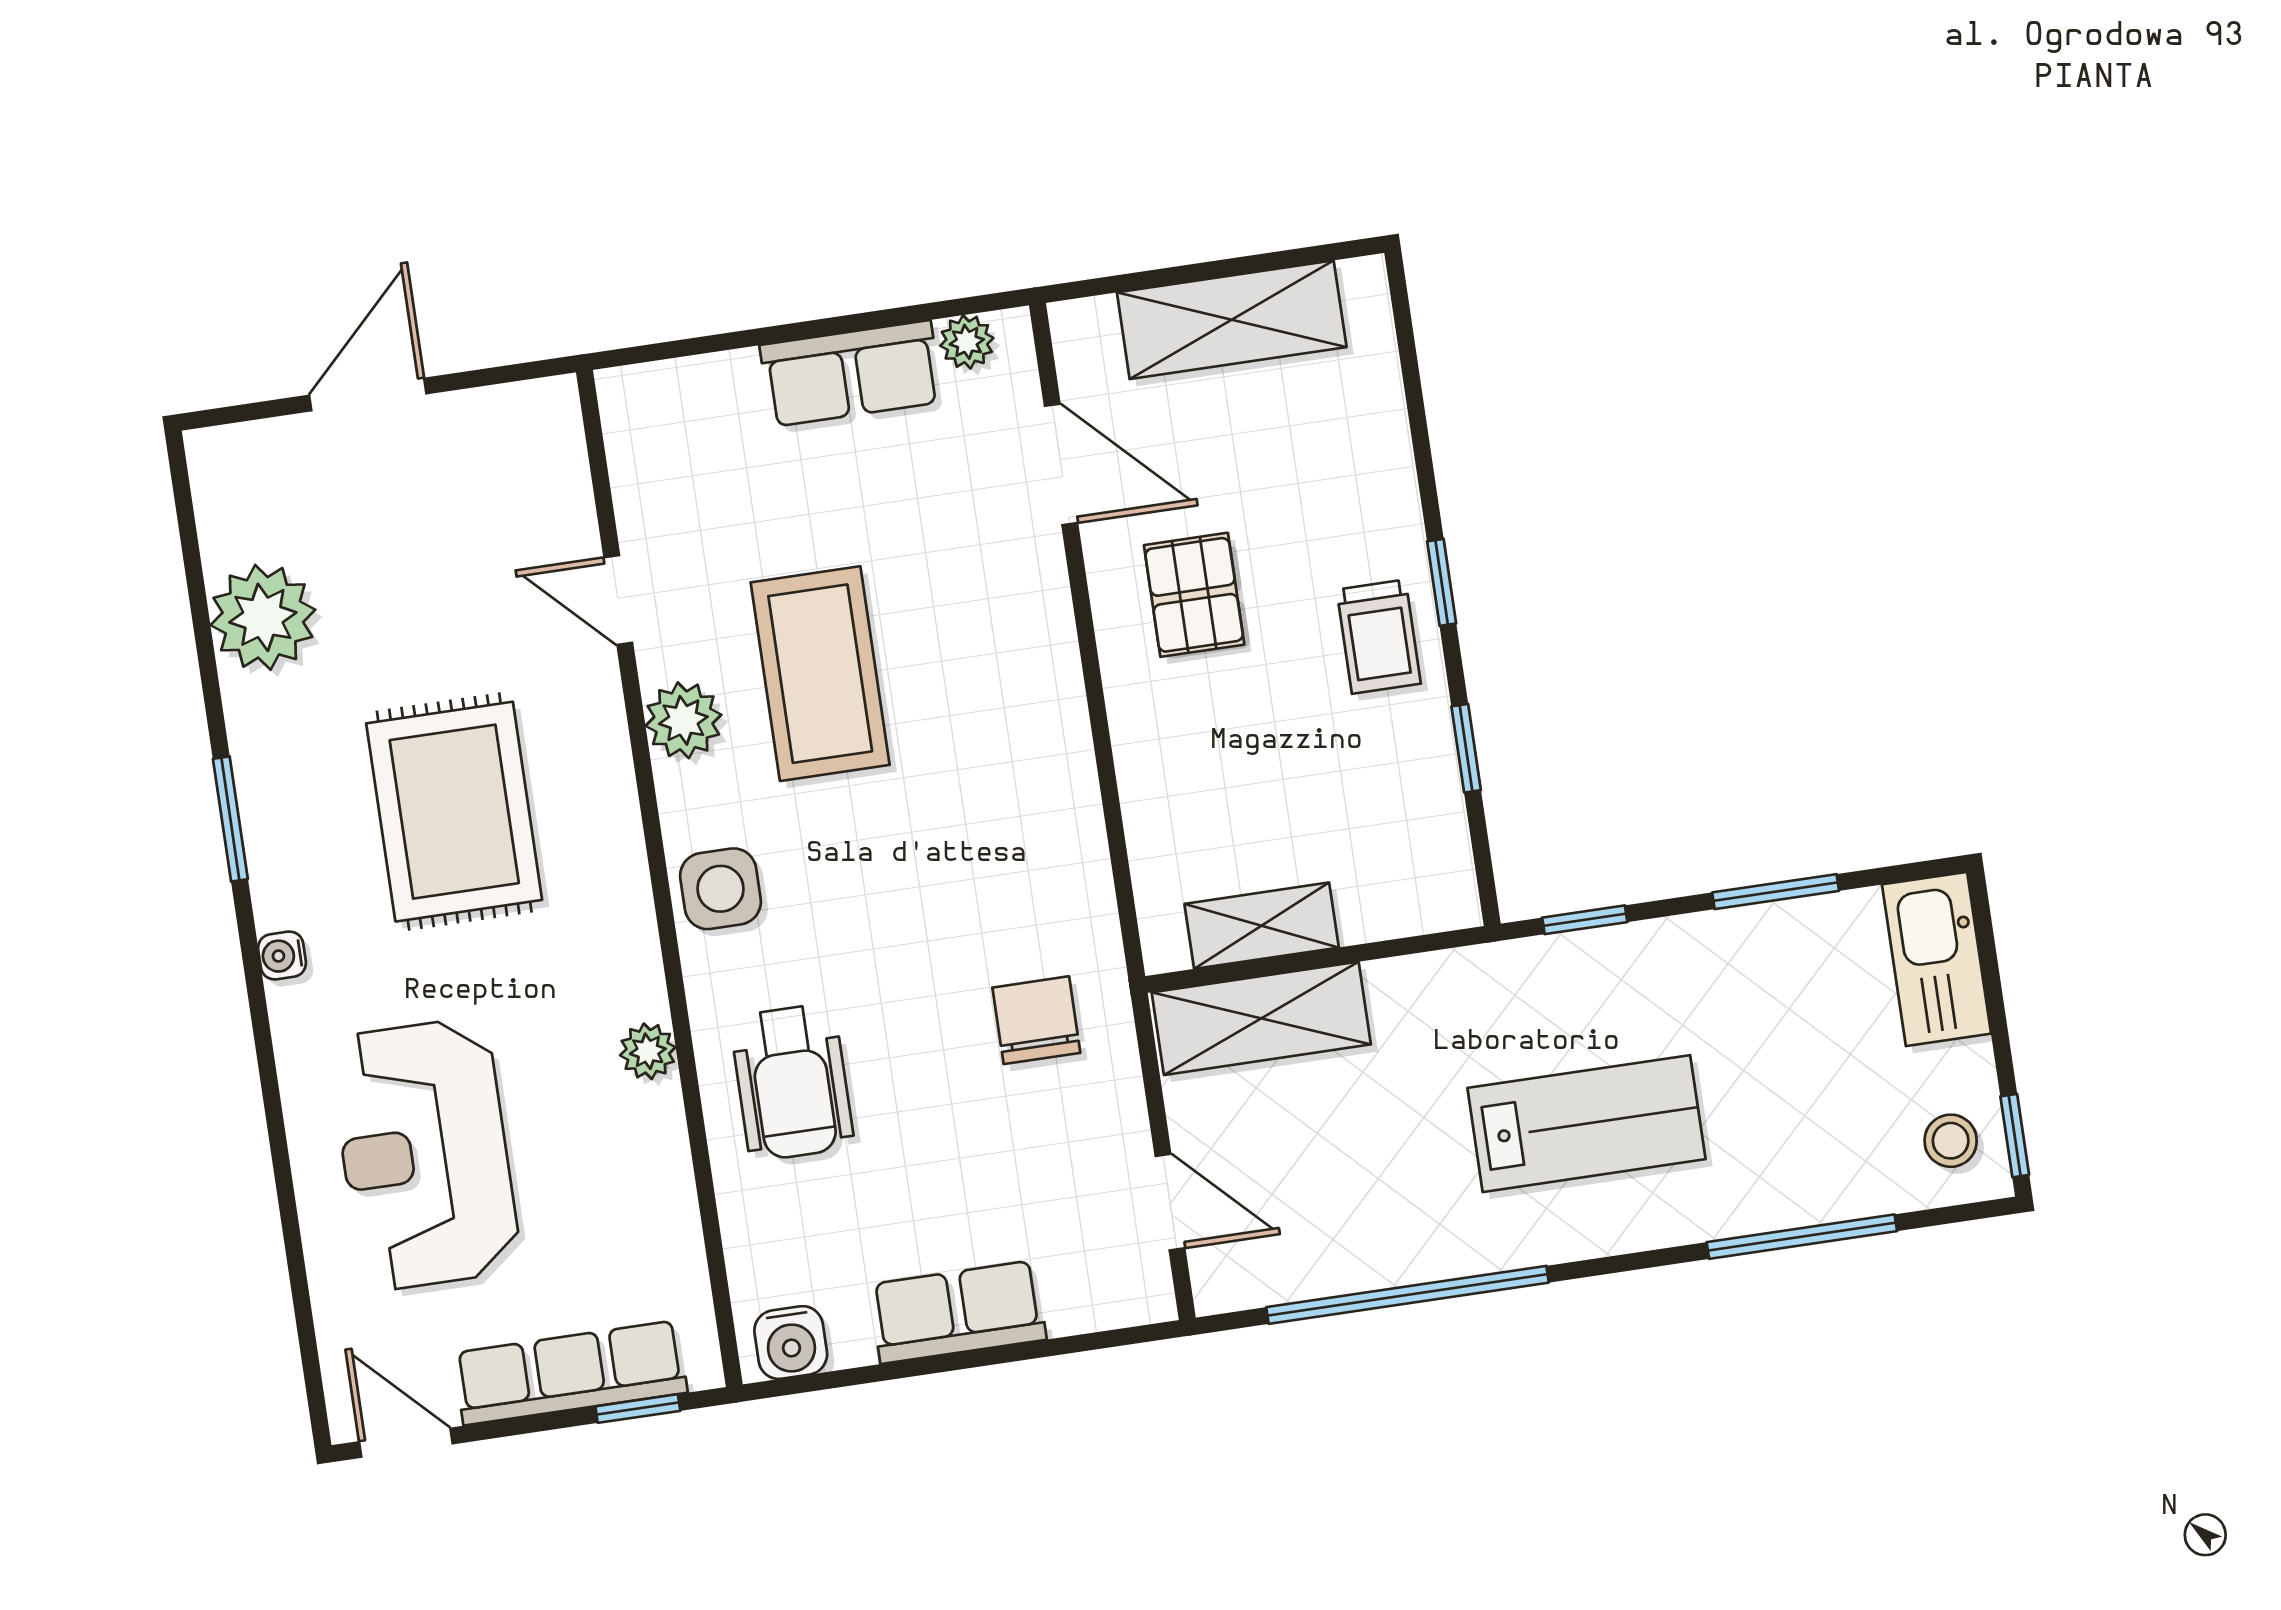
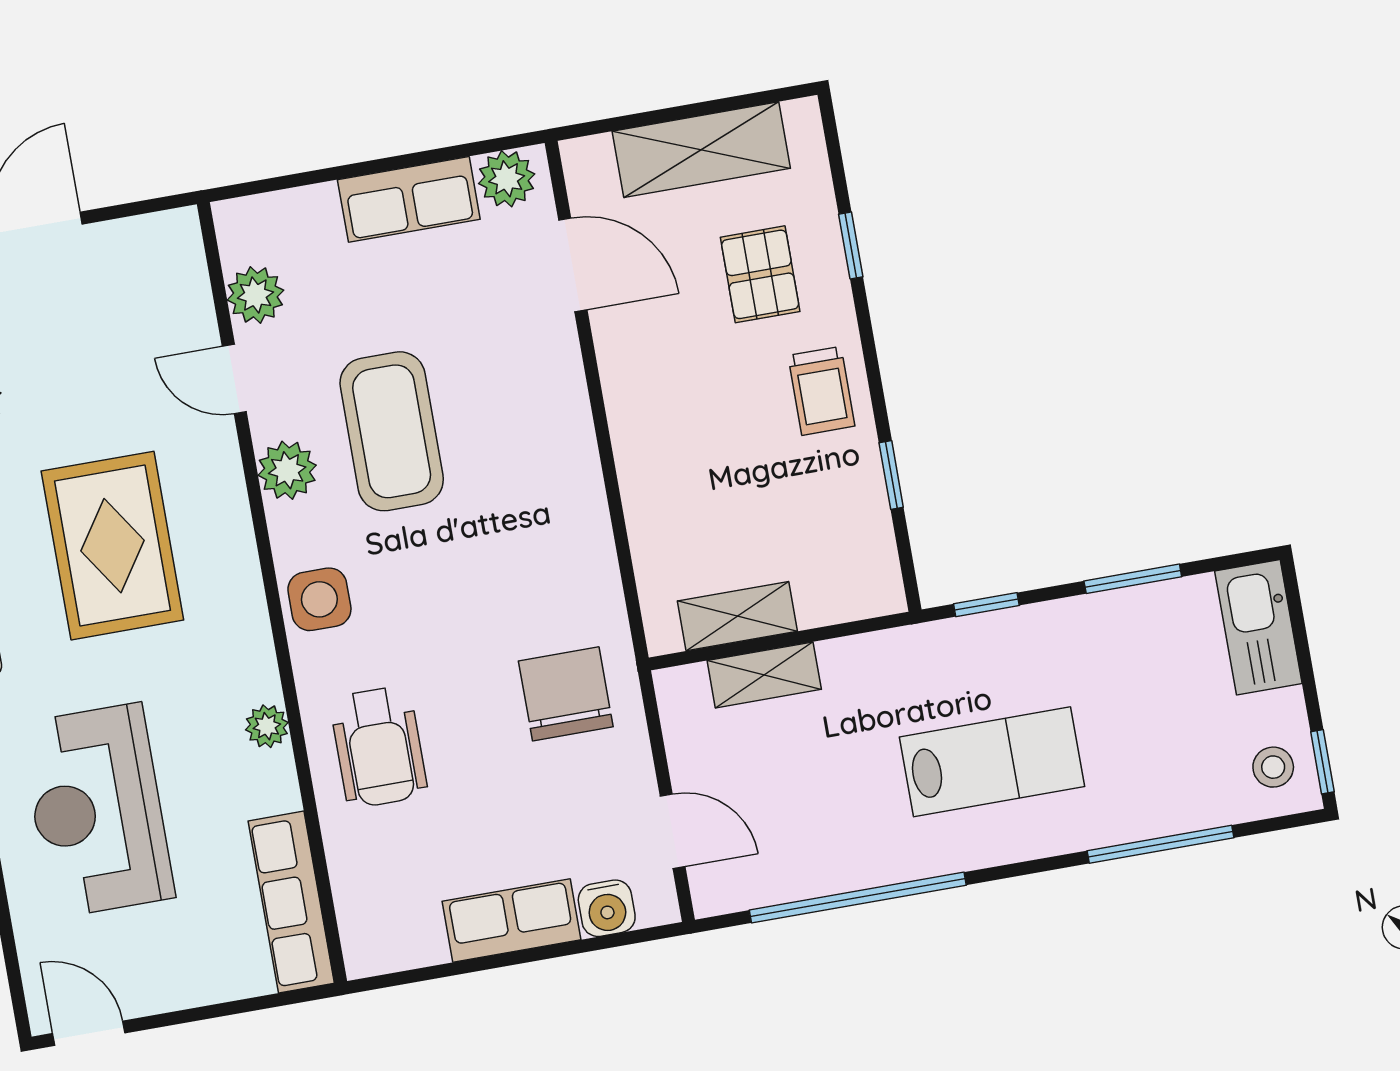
plant: (967, 342) -> (507, 179), width x1.38, depth x1.38
plant: (649, 492) -> (255, 295), added
window: (1442, 582) -> (851, 245), moved
pallet: (1194, 595) -> (760, 274), moved
shelving: (1261, 1018) -> (764, 675), width x0.67, depth x0.75
chair: (1036, 1020) -> (566, 694), width x1.37, depth x1.37
water cooler: (791, 1343) -> (607, 908), moved
row of seats: (570, 1373) -> (291, 902), moved, turned -90
window: (638, 1409) -> (267, 1002), removed

